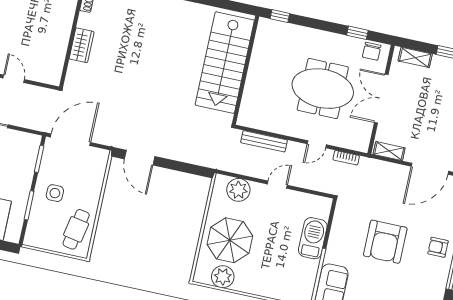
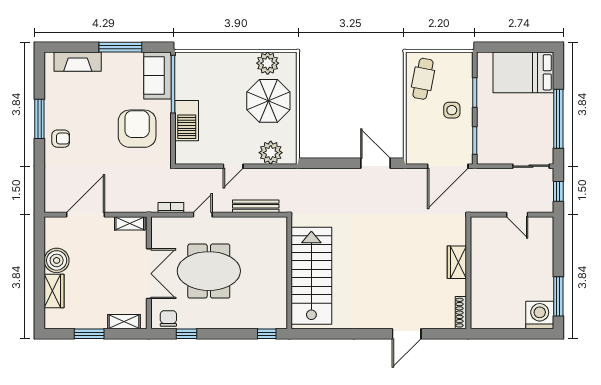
armchair: (385, 242) -> (137, 129), moved

